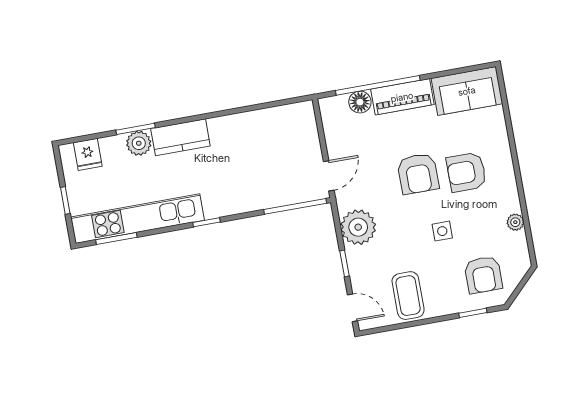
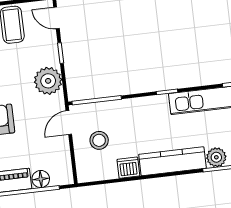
dishwasher: (250, 123) -> (128, 168), added
kitchen counter: (180, 137) -> (172, 161), width x1.50
stool: (289, 156) -> (99, 140), added

